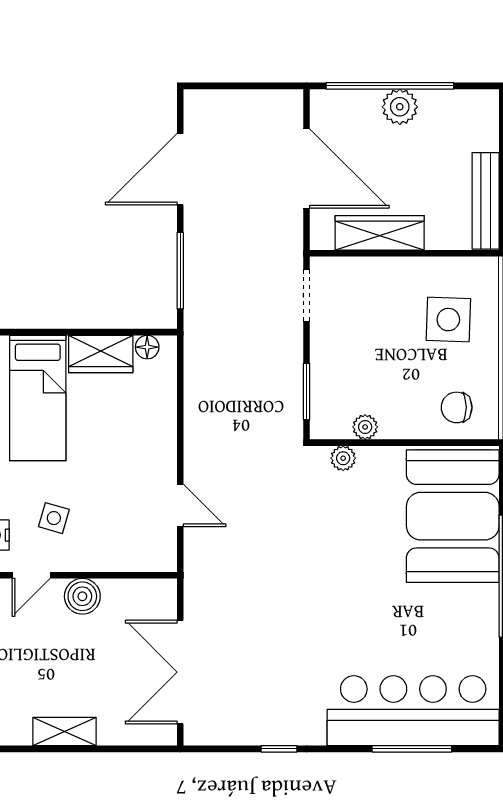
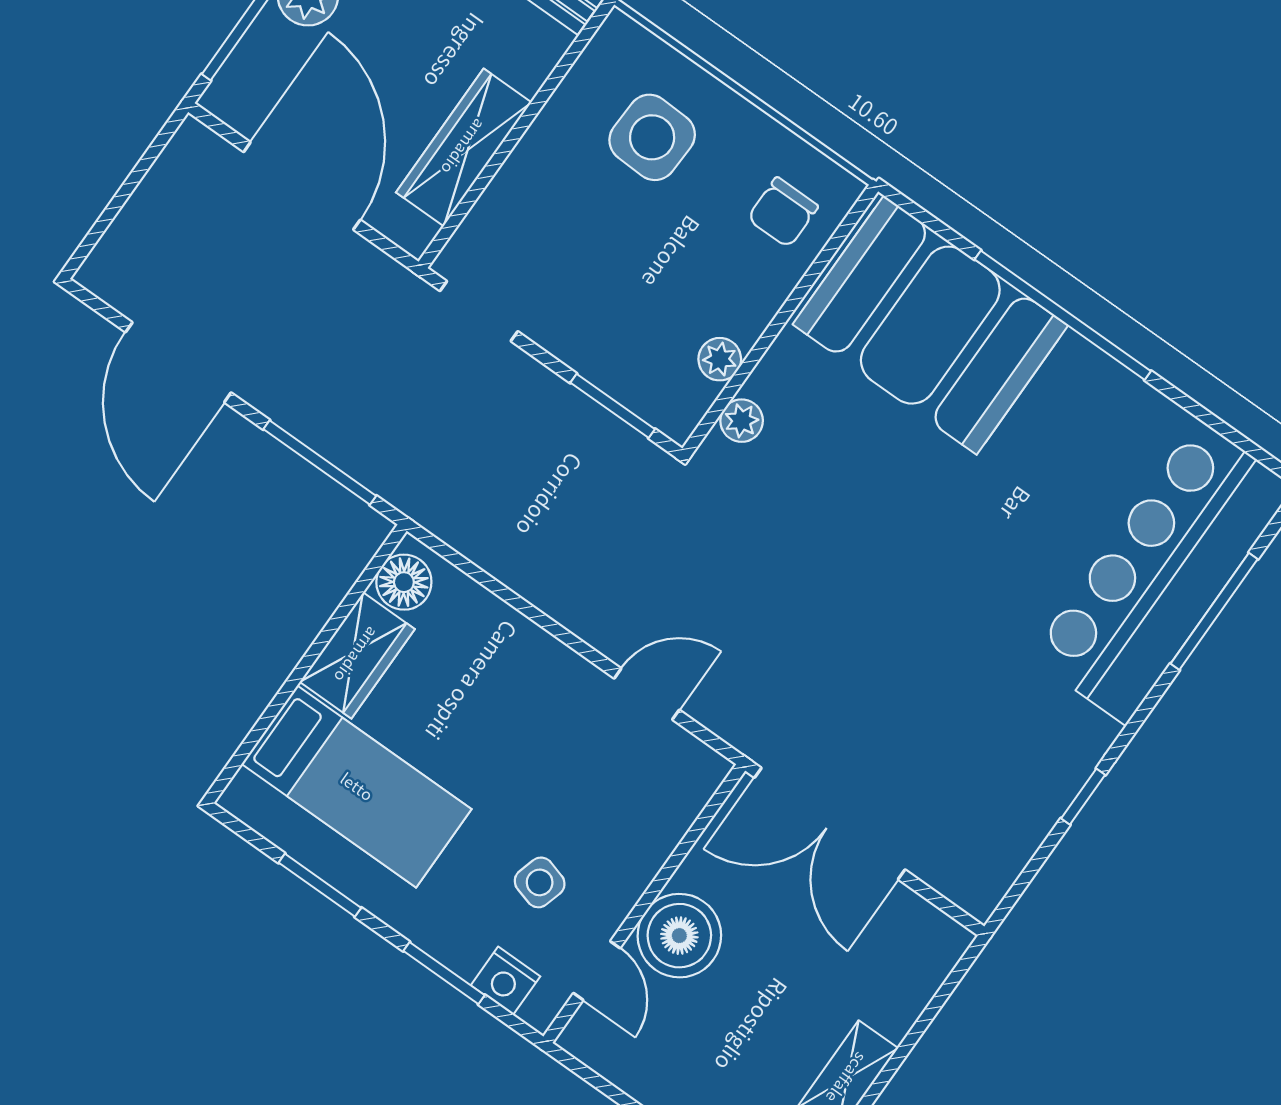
door: (307, 168) -> (302, 186), hinge flipped
floor lamp: (147, 347) -> (404, 582), width x1.37, depth x1.37
boiler: (82, 596) -> (679, 936), width x1.37, depth x1.37
double door: (180, 672) -> (830, 824), moved

